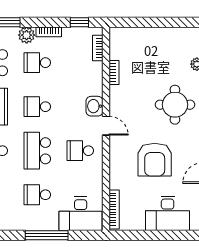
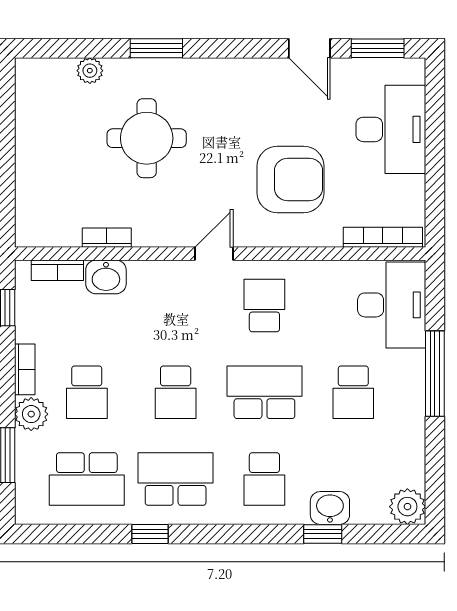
round table: (175, 105) -> (147, 138), moved
washbasin: (94, 106) -> (106, 277), moved
school desk: (37, 151) -> (264, 392), turned 180
school desk: (80, 151) -> (264, 306), turned 180
armchair: (155, 160) -> (290, 179), moved

